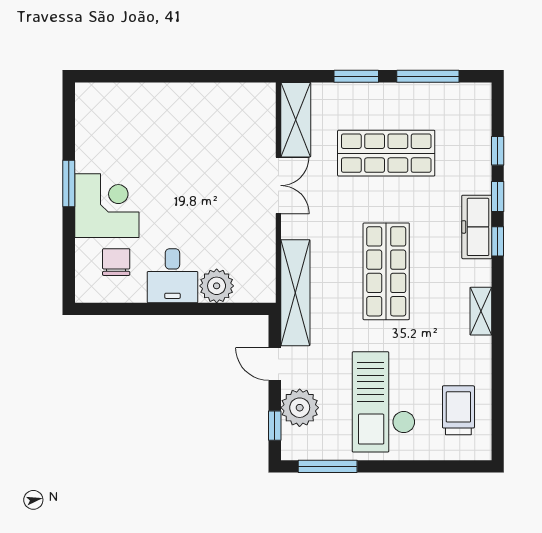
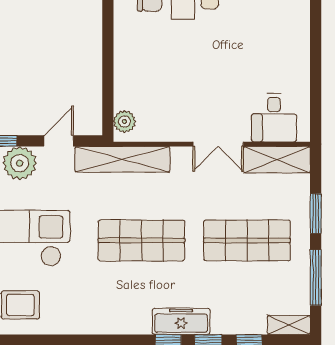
shop shelf: (386, 153) -> (247, 240), turned 90
desk: (172, 276) -> (274, 118), moved, turned -90
plant: (217, 286) -> (124, 122), moved, width x0.73, depth x0.73
shelving: (481, 311) -> (289, 325), moved

